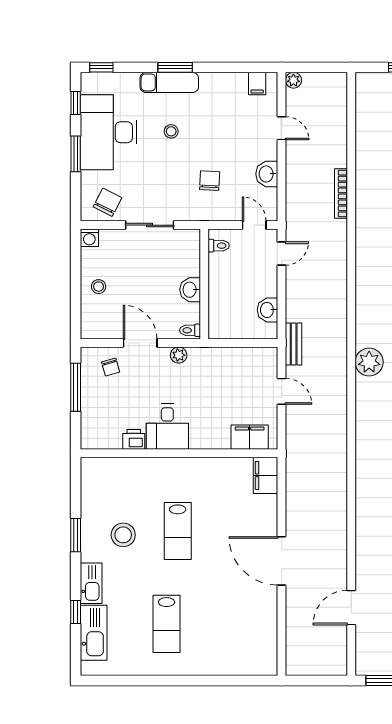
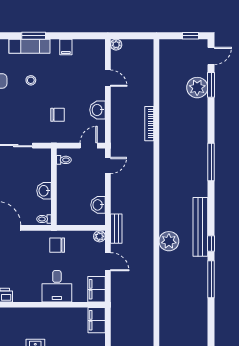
filing cabinet: (257, 84) -> (66, 47), moved
chair: (210, 181) -> (58, 115), turned 87
door: (254, 225) -> (89, 146), hinge flipped
plant: (179, 355) -> (99, 236), moved
chair: (209, 368) -> (57, 245), added
desk: (167, 427) -> (57, 286), moved
filing cabinet: (250, 437) -> (97, 289), moved, turned -90

